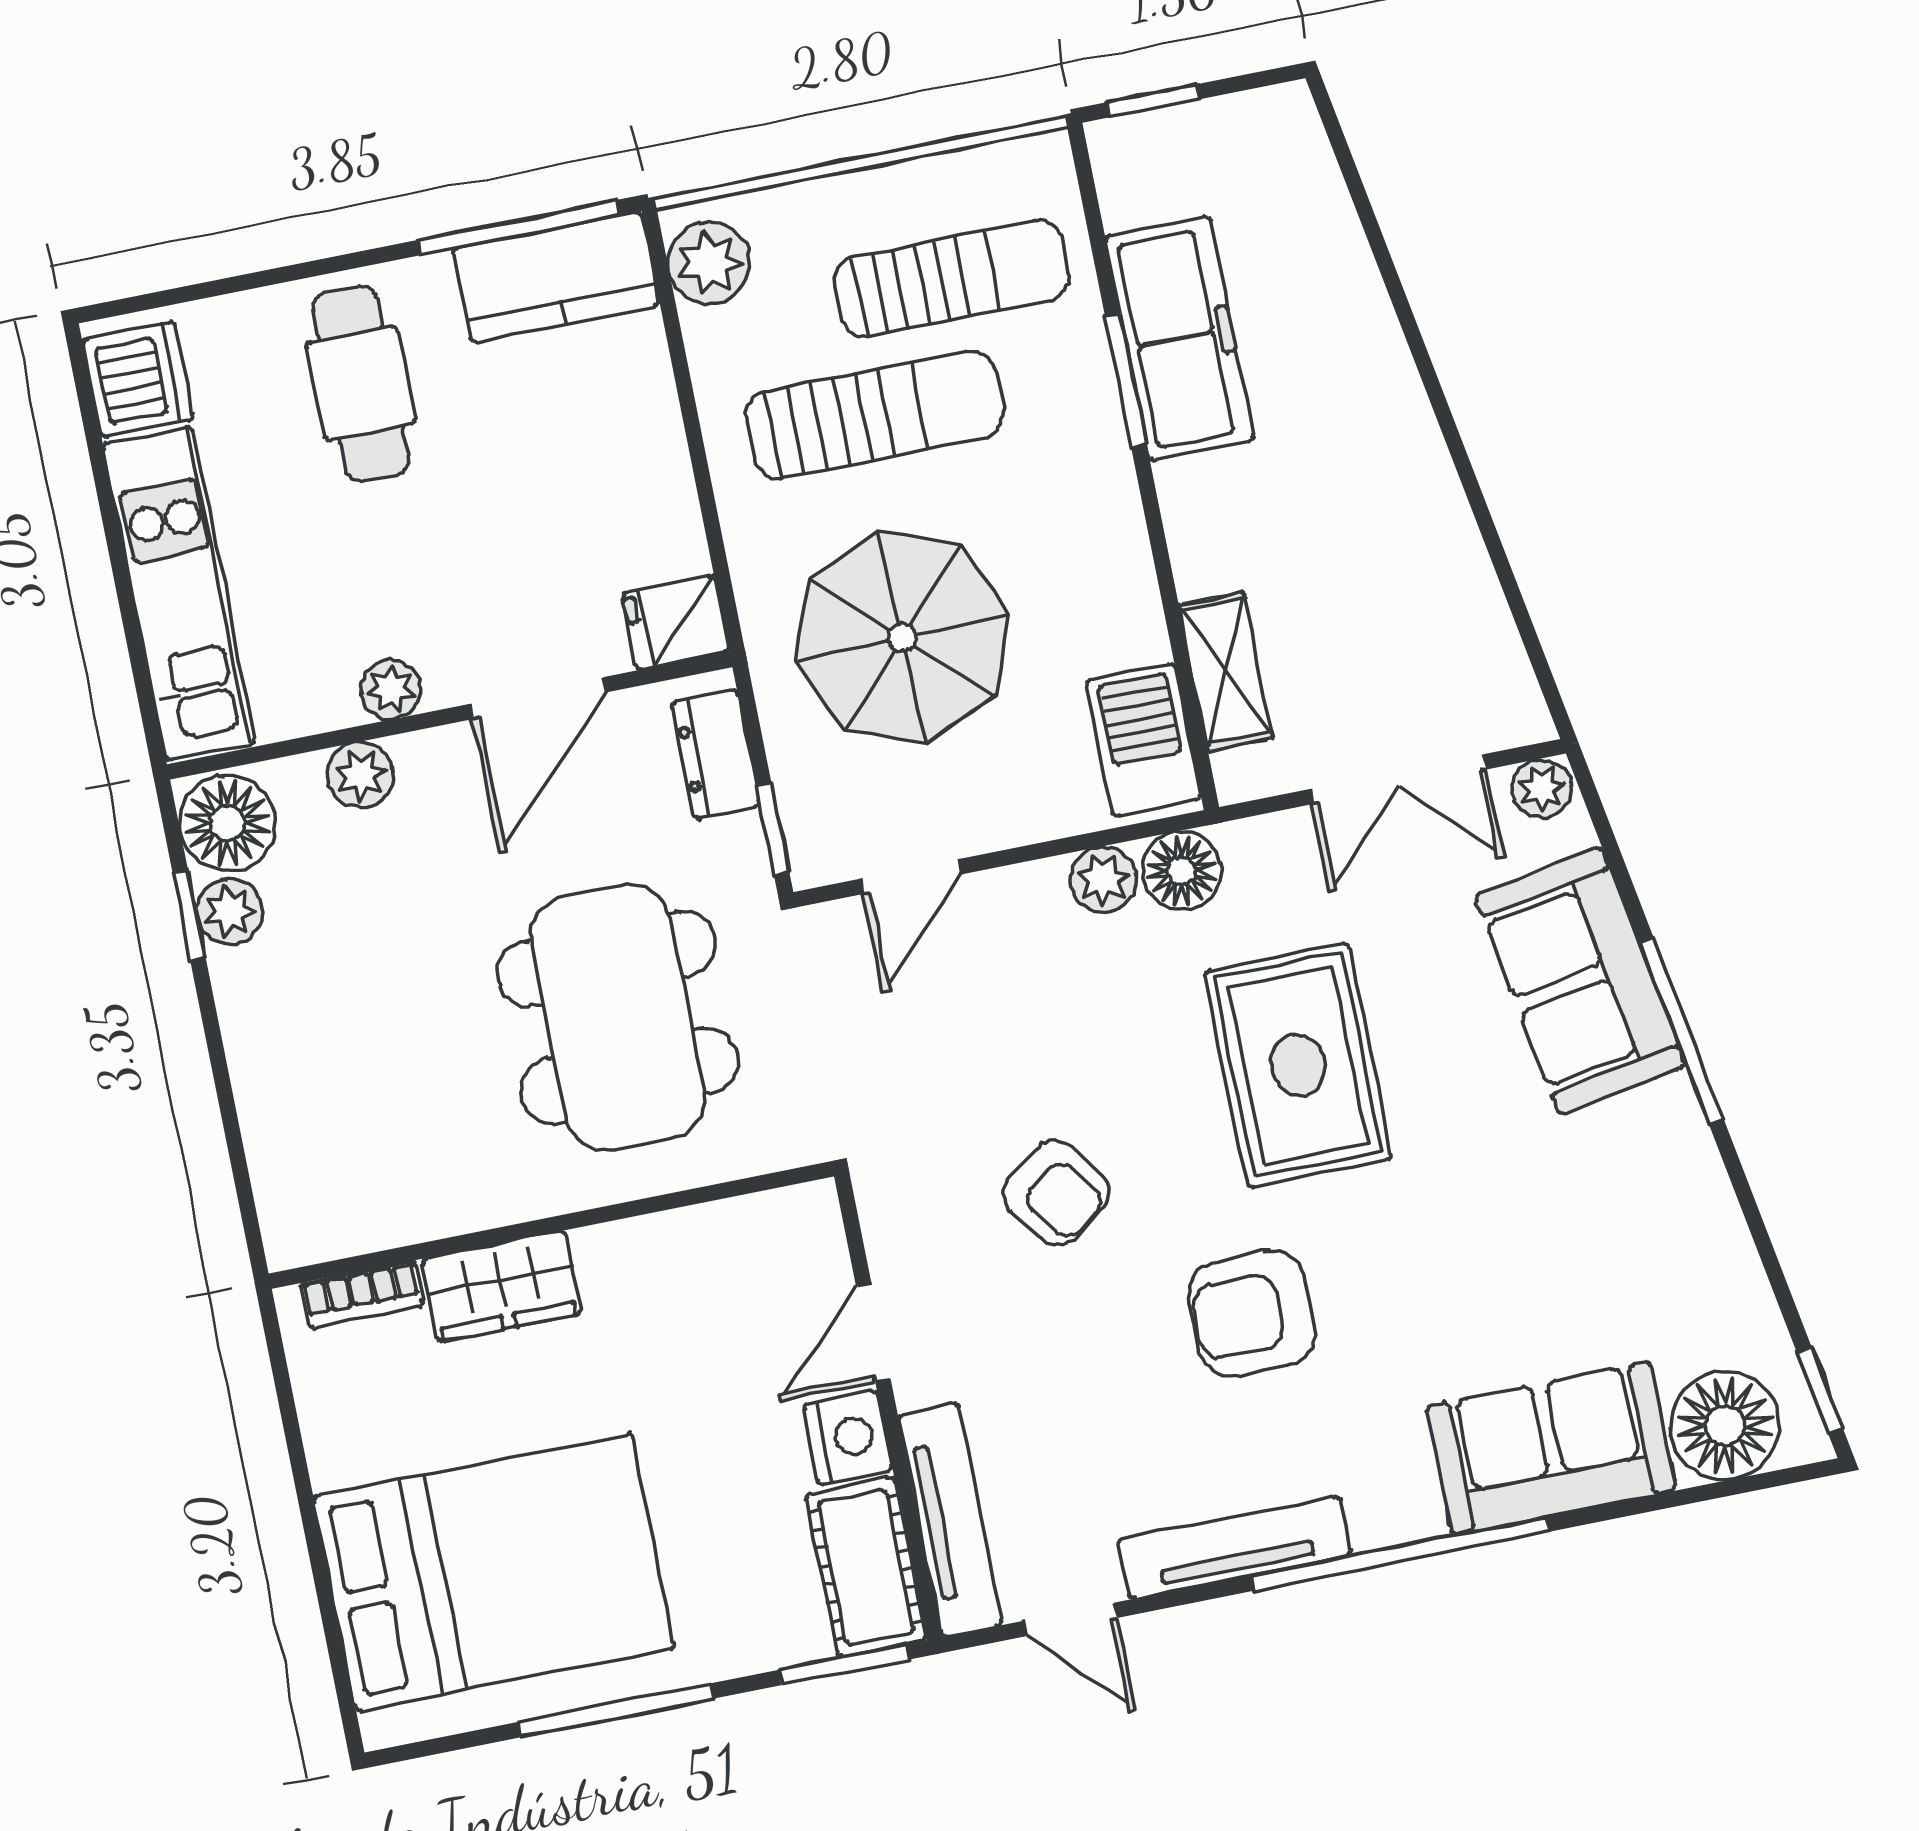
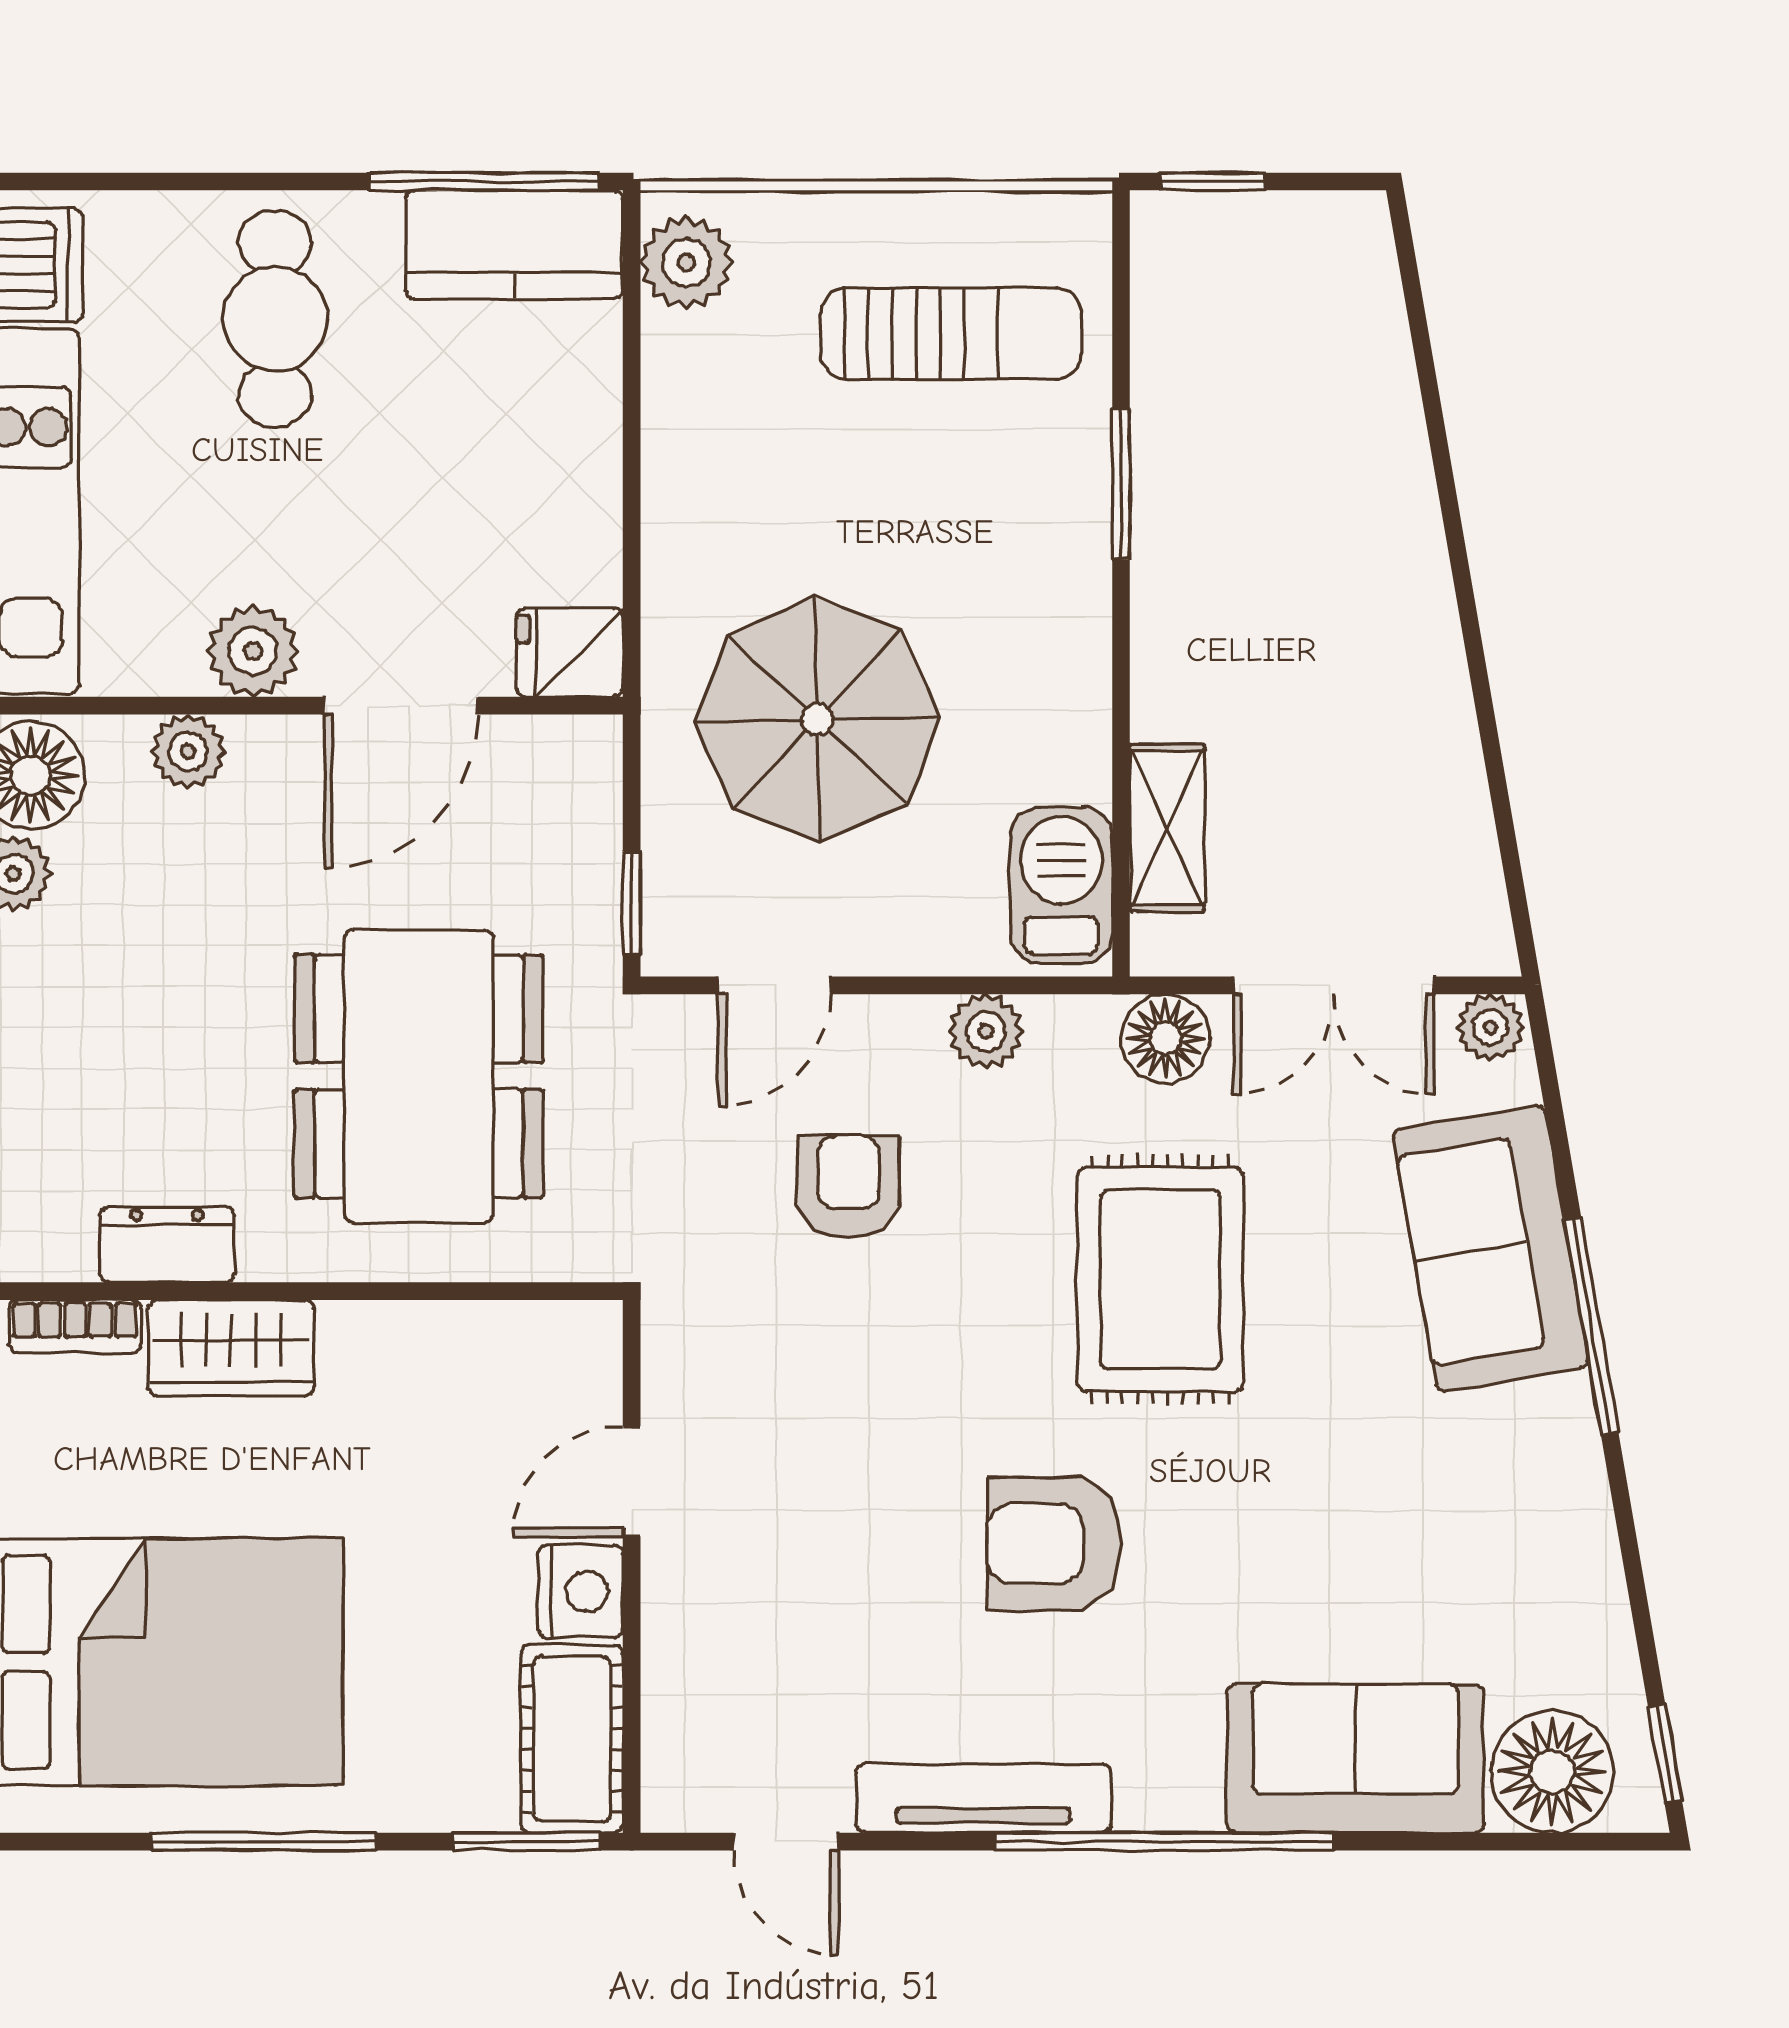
freezer: (1180, 338) -> (1190, 450), removed
sun lounger: (875, 415) -> (836, 467), removed
plant: (391, 689) -> (253, 651), width x1.38, depth x1.38
dresser: (716, 754) -> (167, 1245), moved, turned 90
floor lamp: (1182, 871) -> (1165, 1038), moved
armchair: (1056, 1193) -> (849, 1186), moved, turned -144
tv unit: (950, 1520) -> (675, 1705), removed

